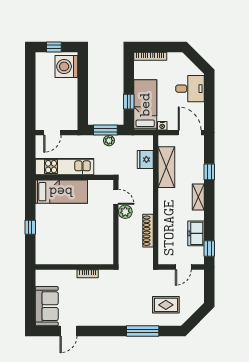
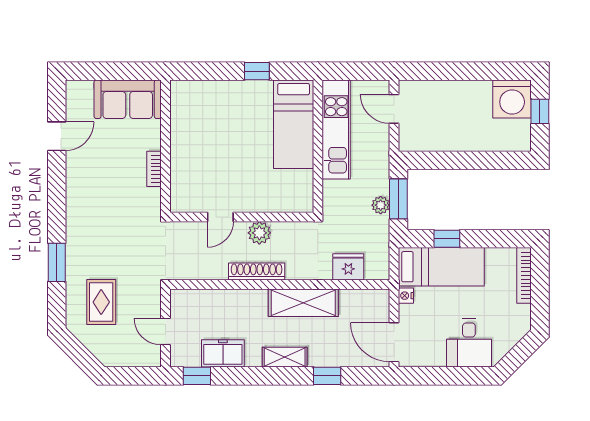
washing machine: (66, 66) -> (512, 99), moved, turned 180
door: (190, 133) -> (394, 342), swing flipped
shelving: (166, 167) -> (303, 303), moved
door: (116, 197) -> (220, 217), moved
window: (30, 227) -> (257, 71), moved
shoe rack: (148, 231) -> (257, 271), moved
sofa: (47, 306) -> (128, 99), moved
door: (68, 331) -> (57, 136), swing flipped
window: (143, 331) -> (57, 262), width x0.69

